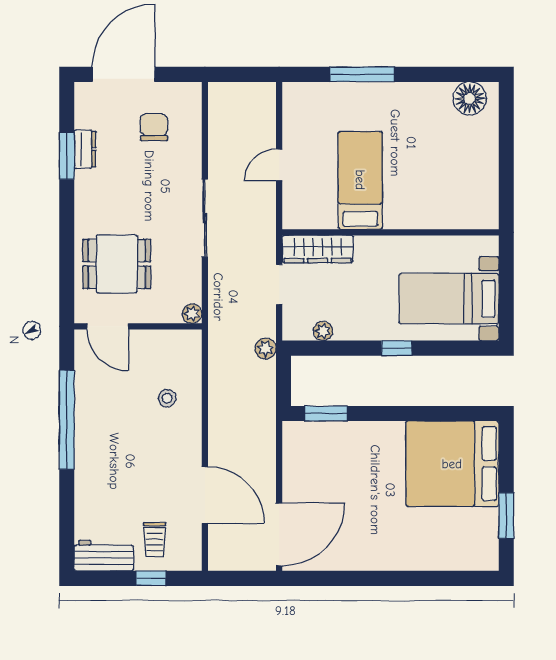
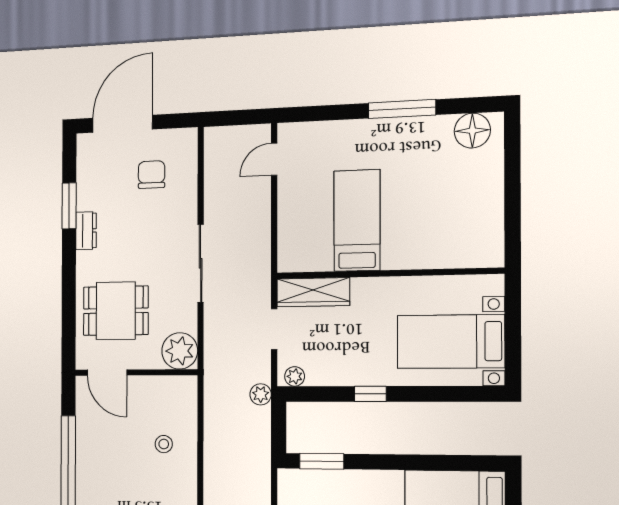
window: (362, 74) -> (402, 109), moved
dresser: (85, 149) -> (86, 231), moved
door: (279, 165) -> (274, 159), moved
plant: (192, 314) -> (180, 351), width x1.87, depth x1.87
plant: (323, 331) -> (295, 376), moved
window: (397, 348) -> (370, 394), moved

